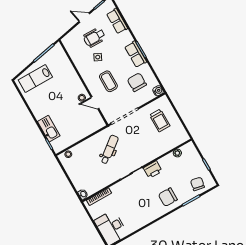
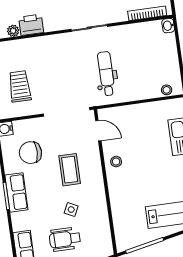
wheelchair: (94, 37) -> (65, 239), turned 180
chair: (137, 82) -> (30, 153), turned 90
door: (95, 103) -> (98, 131), moved
dental chair: (109, 149) -> (106, 74), turned 128
printer: (153, 170) -> (31, 25), moved

